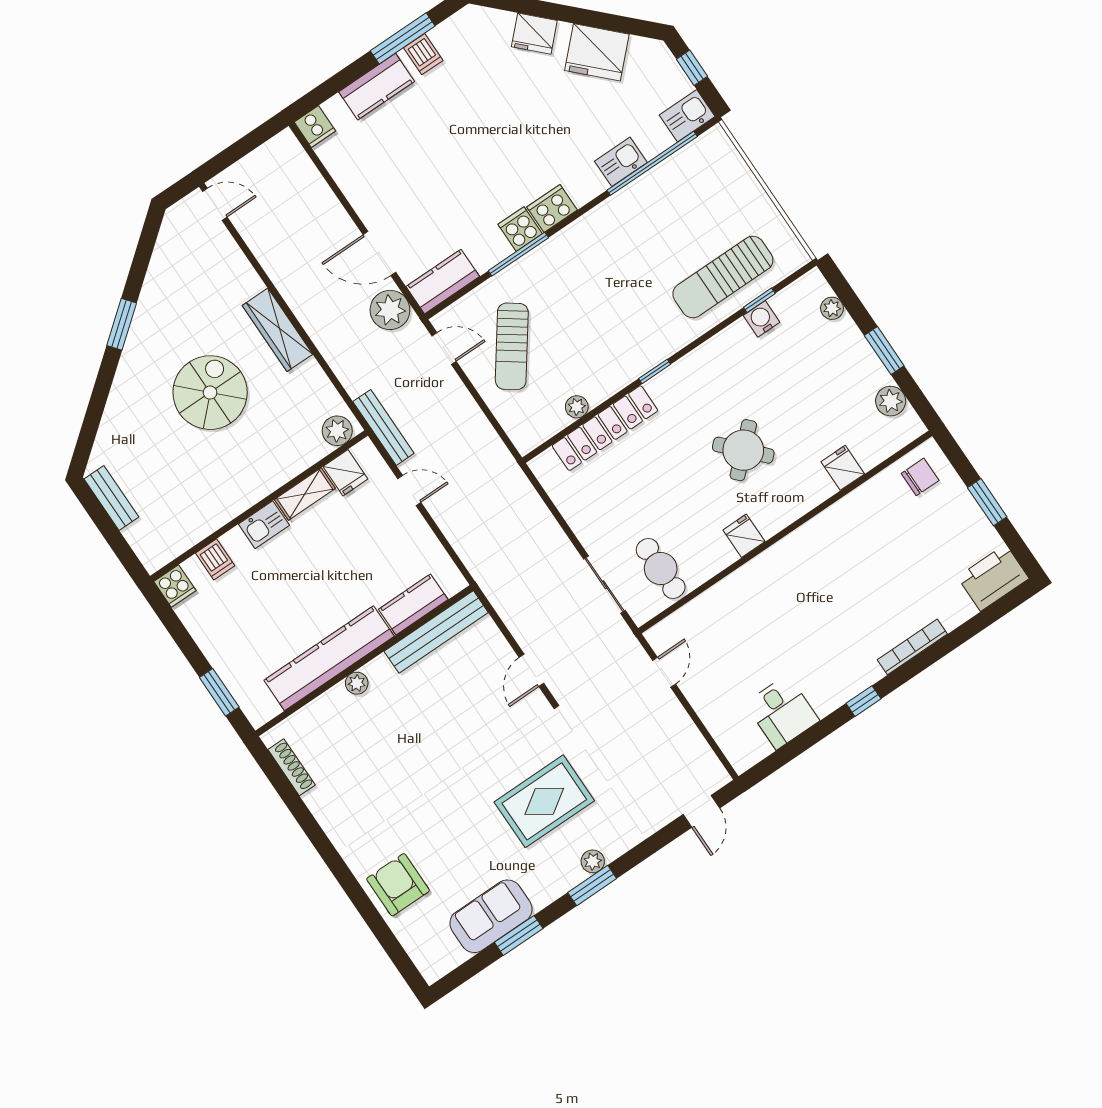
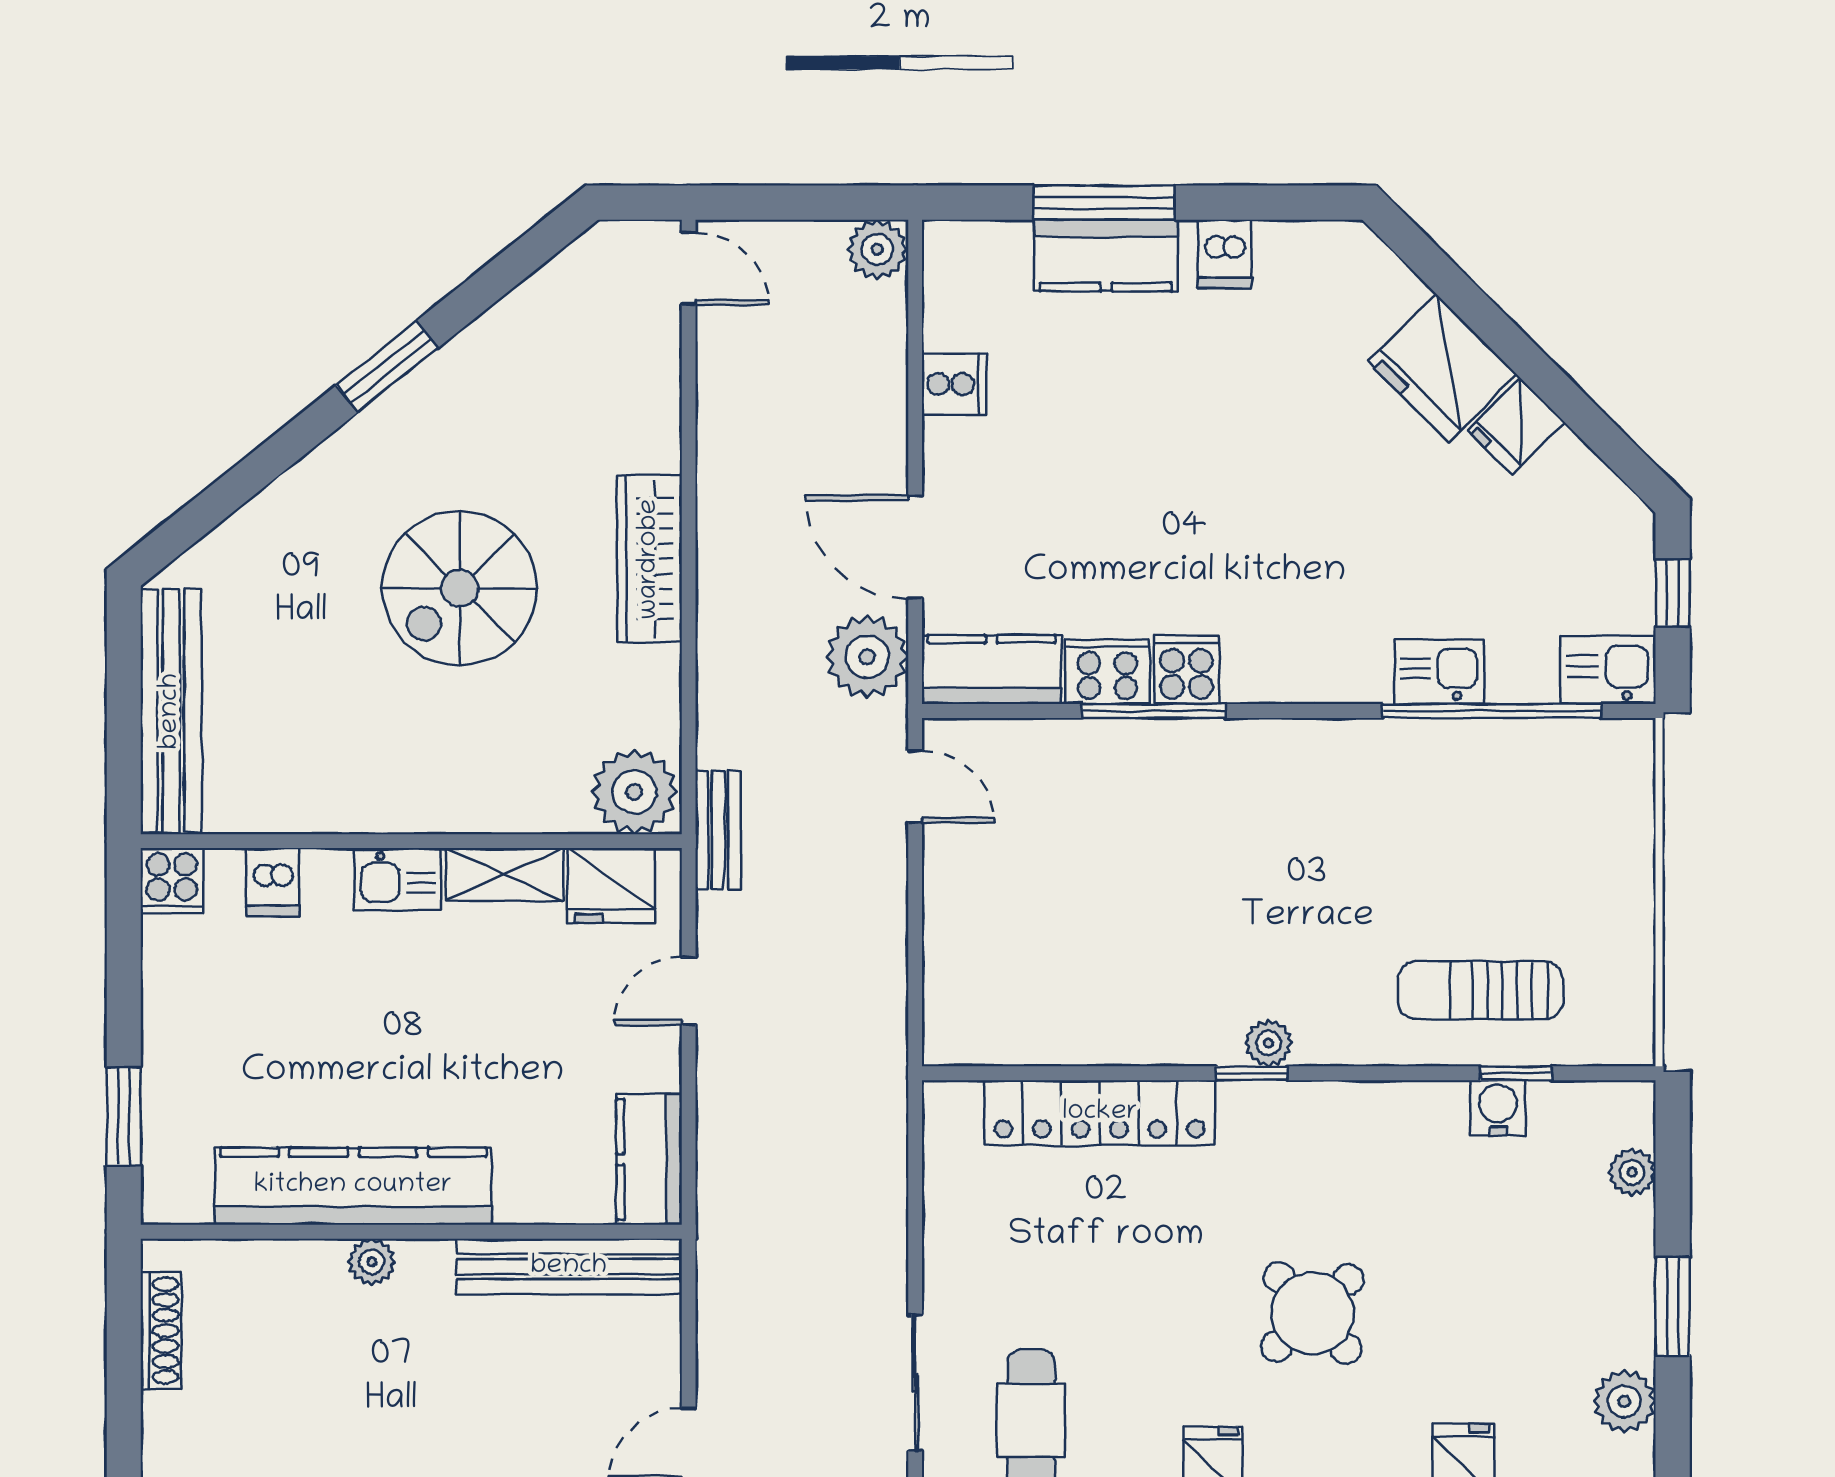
fridge: (534, 34) -> (1442, 368), width x1.36, depth x1.34
window: (403, 38) -> (1104, 203), moved
fridge: (597, 52) -> (1516, 426), width x0.53, depth x0.75
cooker: (315, 127) -> (954, 384), moved, turned -90
plant: (284, 146) -> (877, 249), added
cooker: (552, 209) -> (1107, 672), moved
sun lounger: (723, 277) -> (1480, 990), width x0.73, depth x0.75
sun lounger: (512, 346) -> (1035, 862), removed
spiral stairs: (210, 393) -> (460, 588), turned 180
plant: (577, 407) -> (1268, 1043), moved
bench: (383, 427) -> (718, 830), width x0.73
plant: (337, 431) -> (634, 792), width x1.36, depth x1.36
fridge: (345, 473) -> (611, 885), width x1.38
door: (409, 491) -> (689, 991), swing flipped
bench: (111, 498) -> (171, 711), width x1.86, depth x1.21
kitchen counter: (413, 604) -> (649, 1159), moved, turned -90

